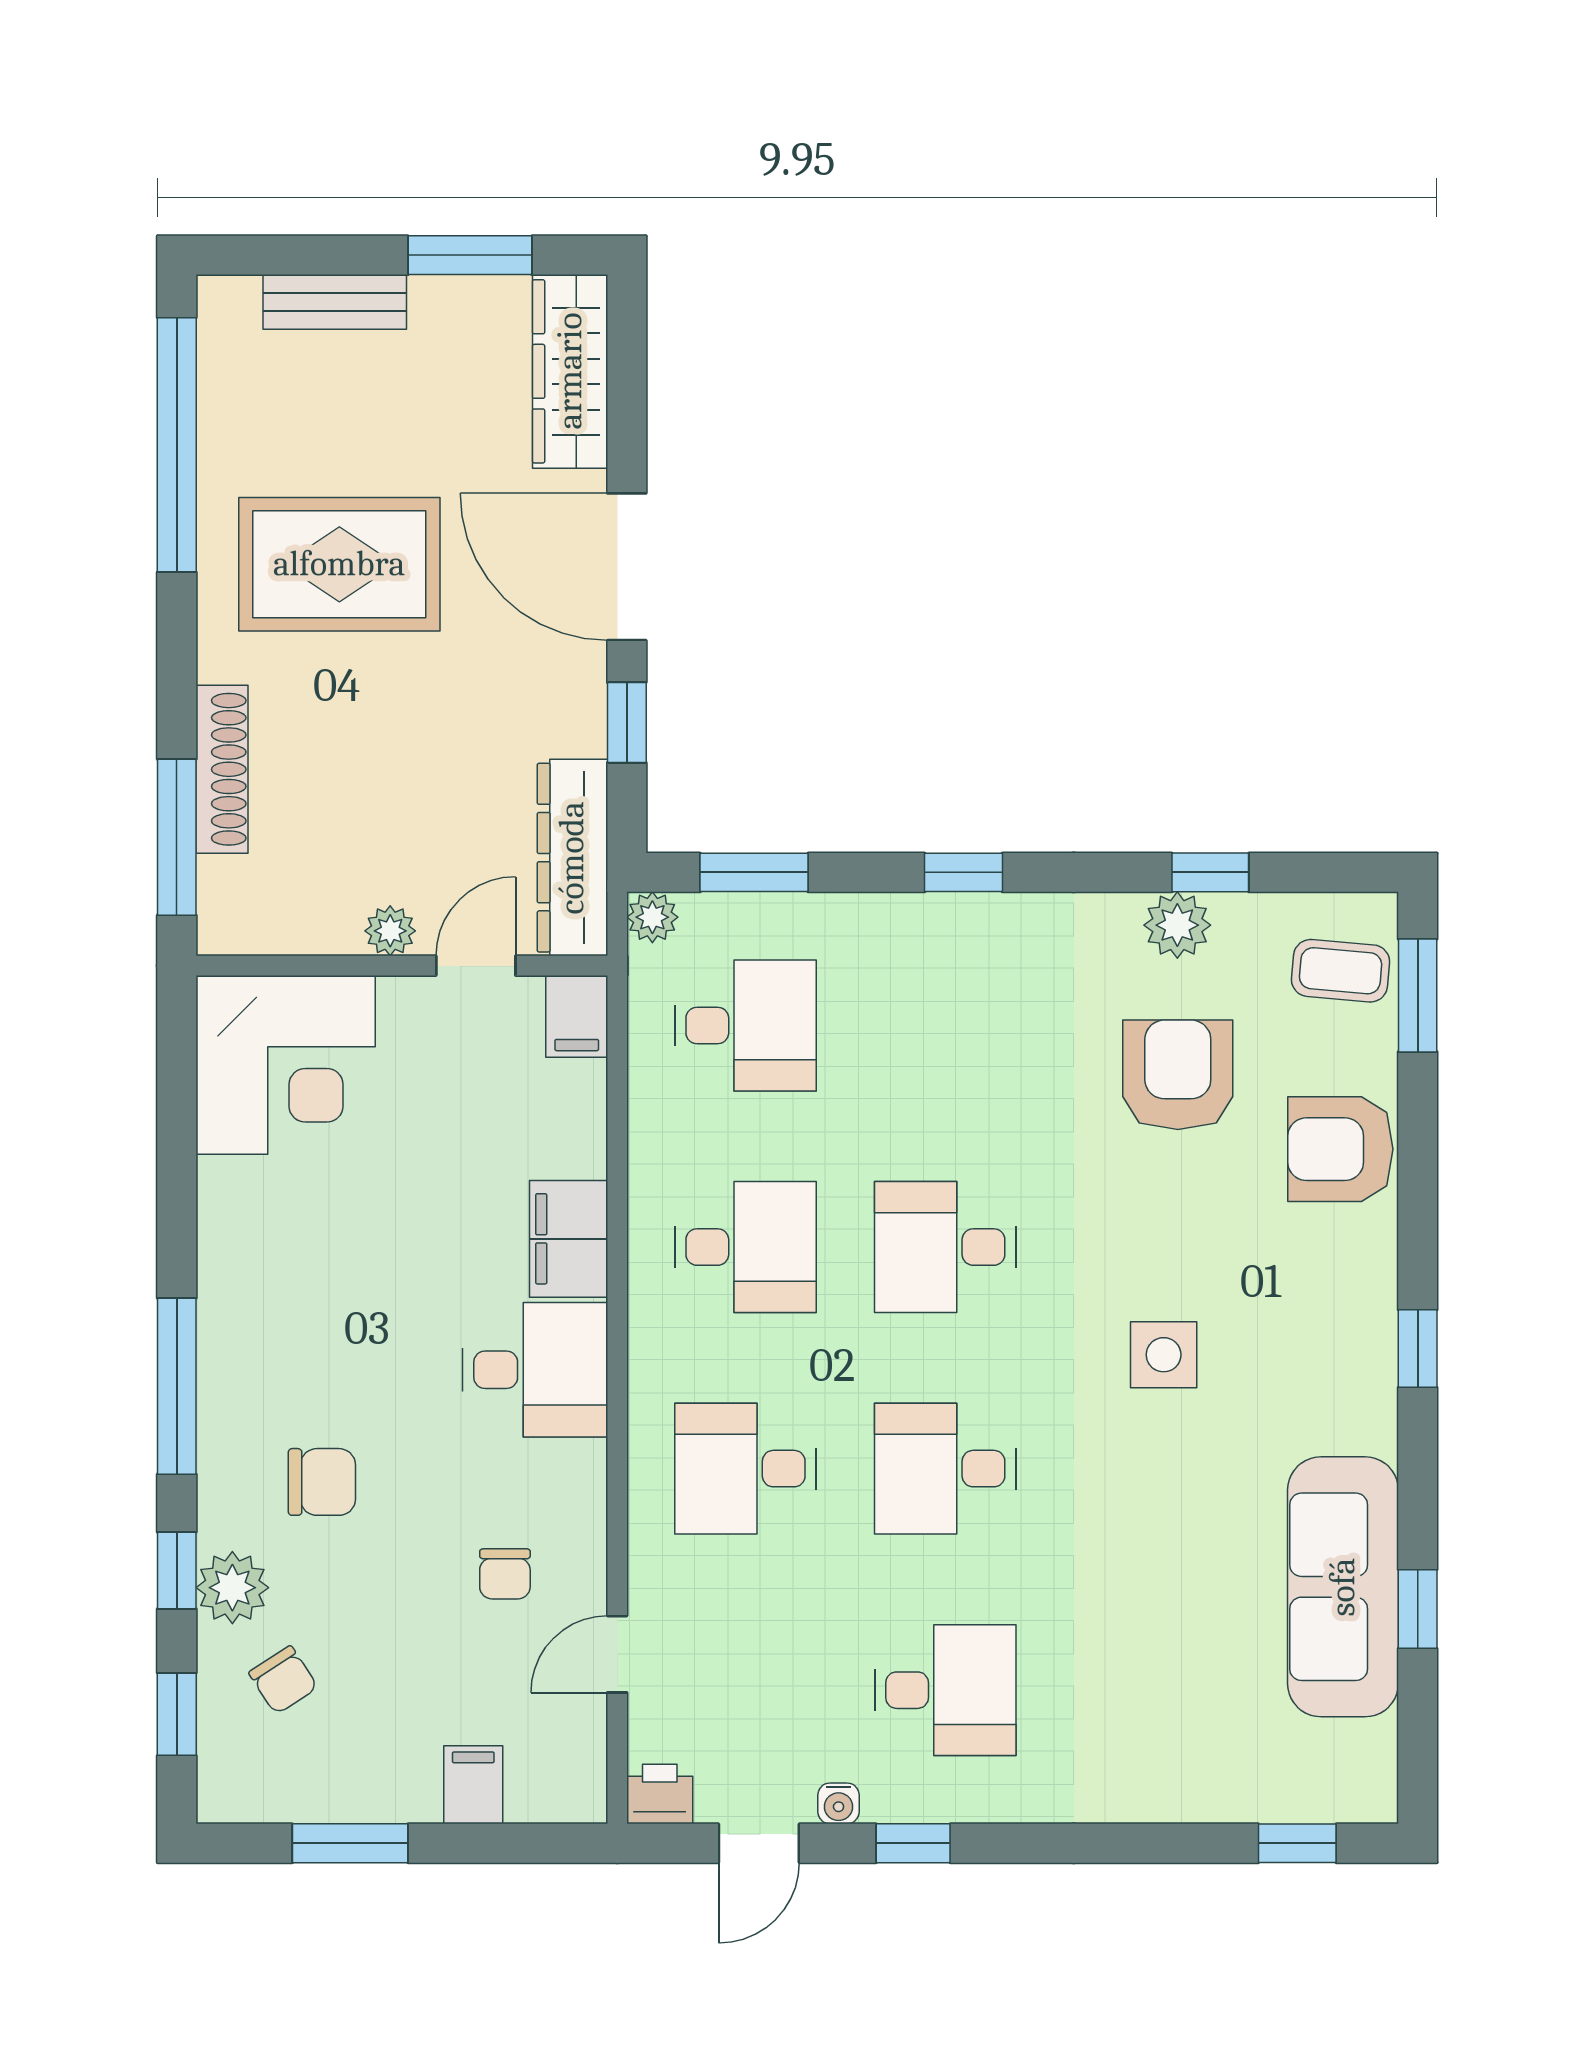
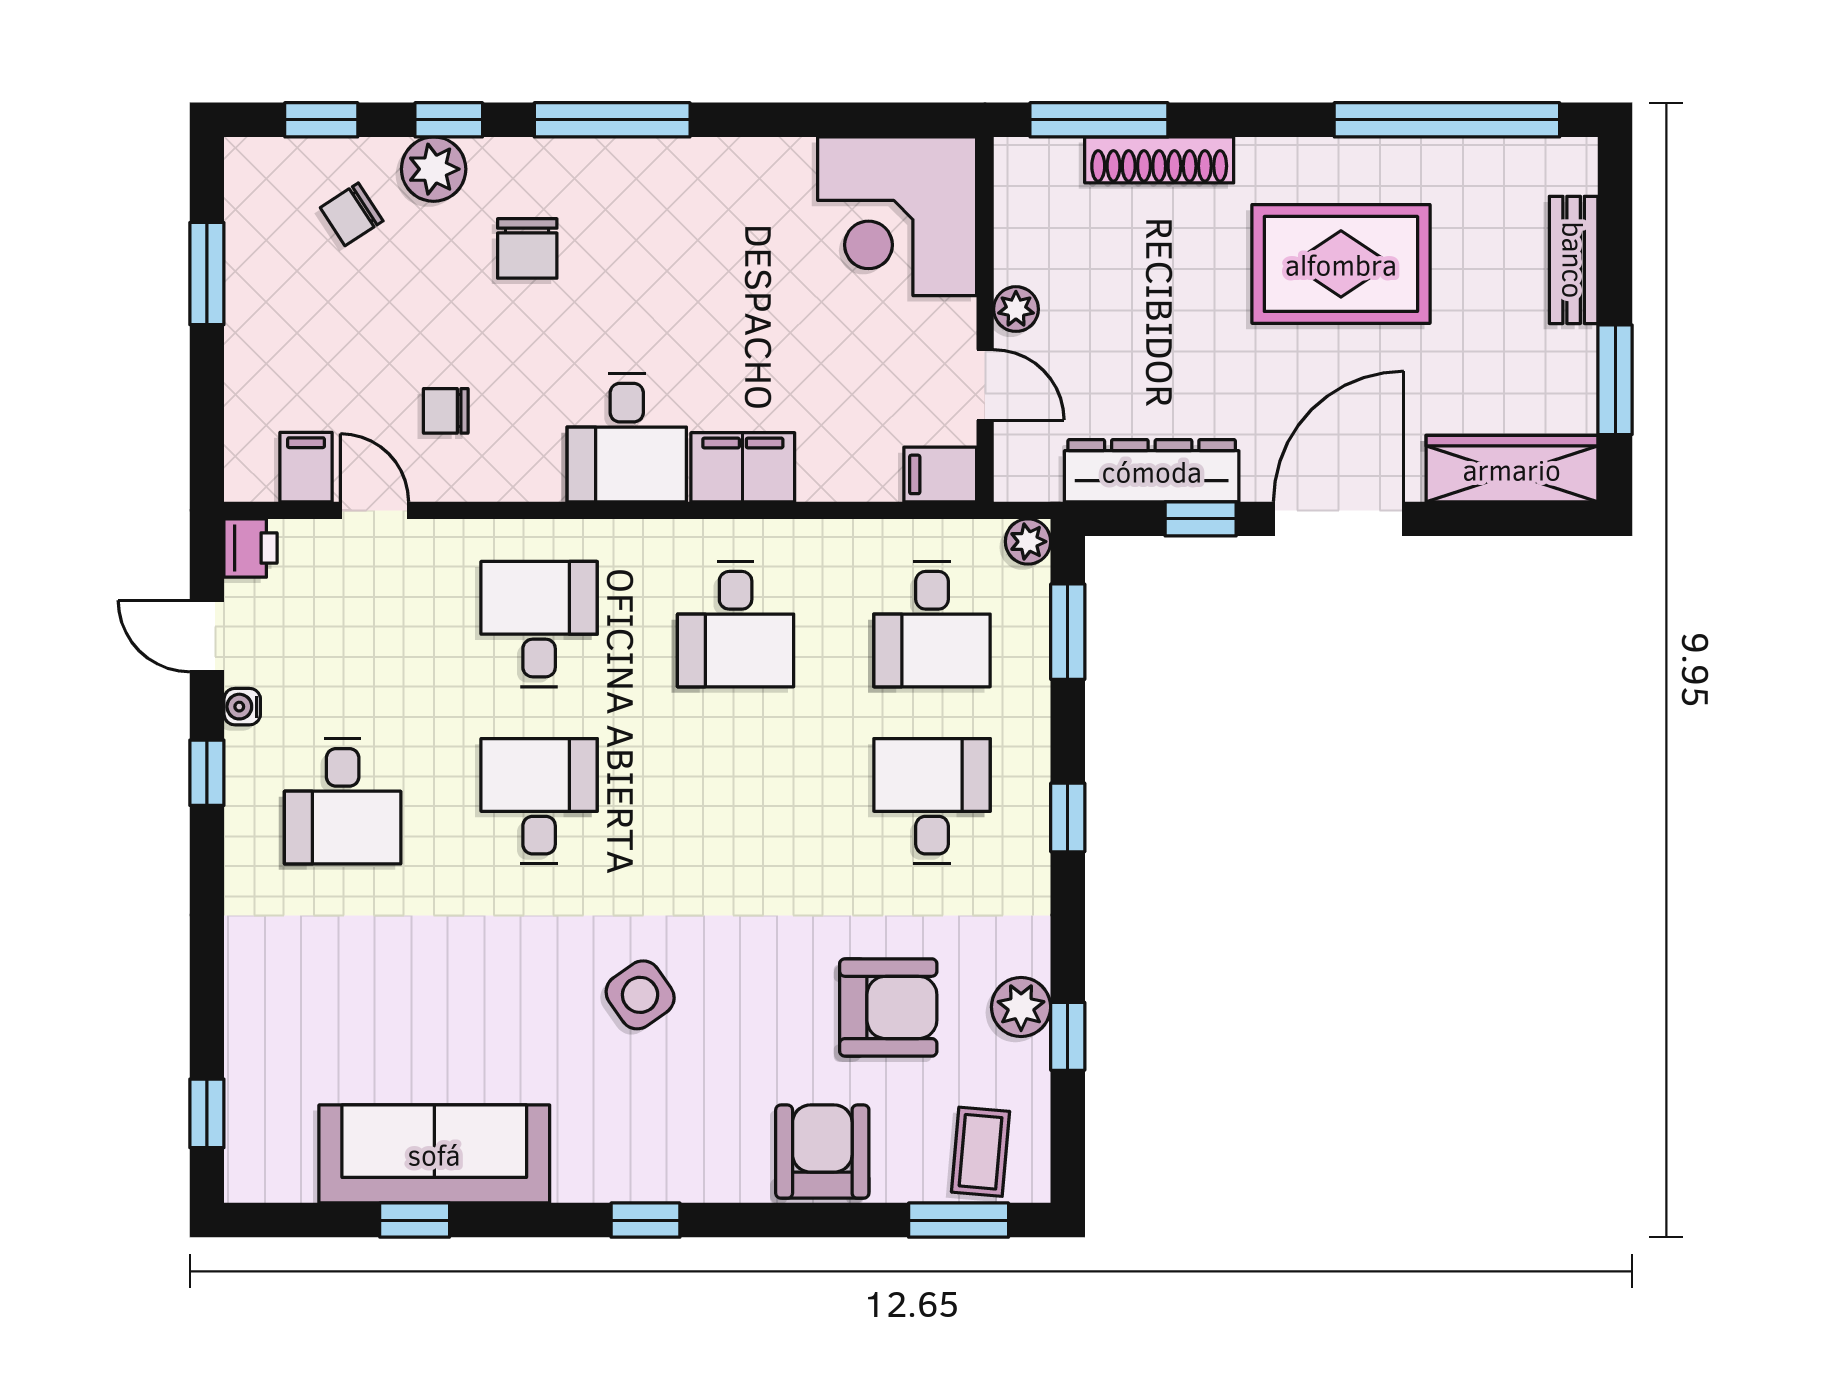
rug: (339, 564) -> (1341, 264), turned 90
dresser: (572, 858) -> (1152, 471), moved
desk: (945, 1247) -> (932, 801), moved
side table: (1164, 1355) -> (640, 995), turned -35
filing cabinet: (473, 1785) -> (306, 467), moved, turned -90

